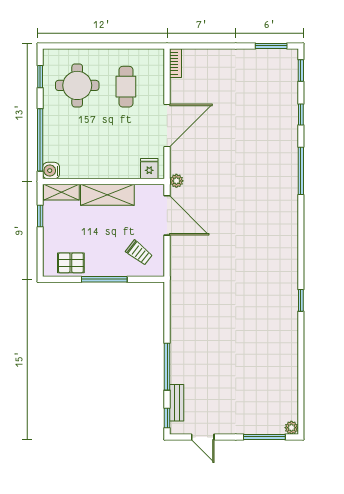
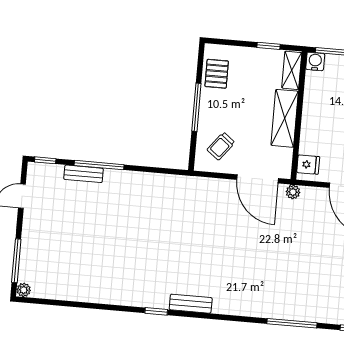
door: (167, 215) -> (258, 179), hinge flipped
bench: (291, 268) -> (191, 304), added
bench: (177, 403) -> (83, 174), moved

